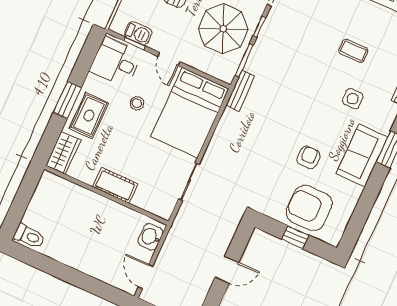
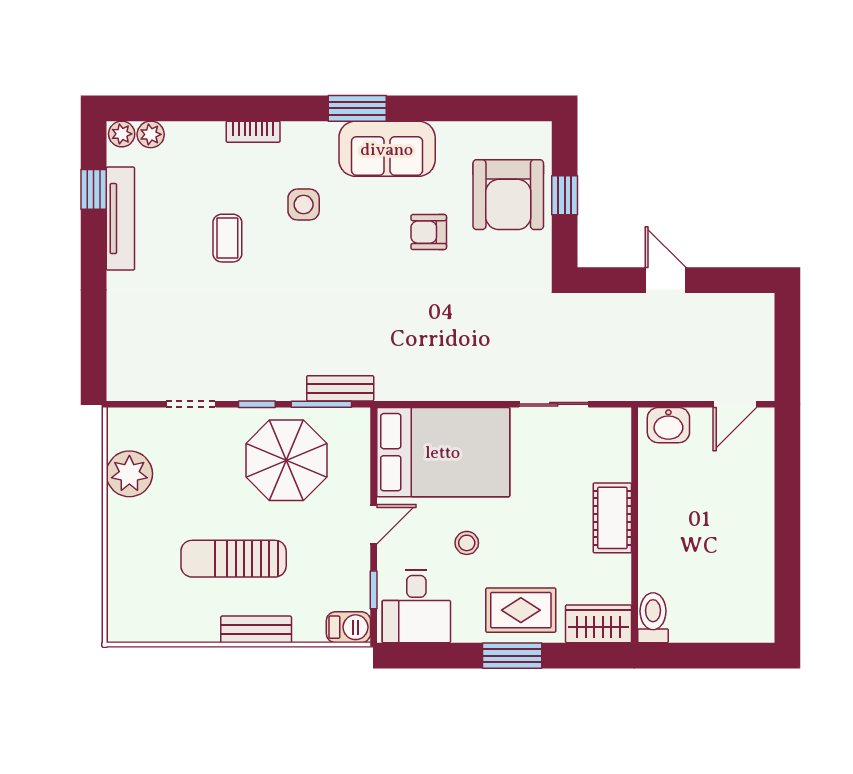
barbecue: (138, 33) -> (348, 627), moved, turned 90
bench: (240, 91) -> (340, 388), moved
toilet: (29, 236) -> (653, 618), moved

